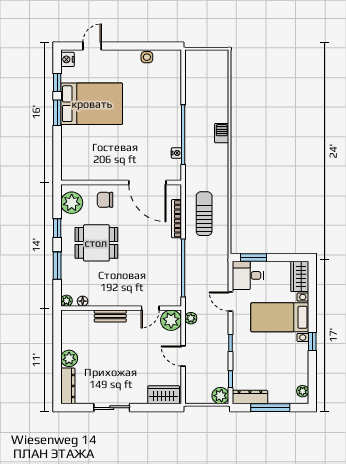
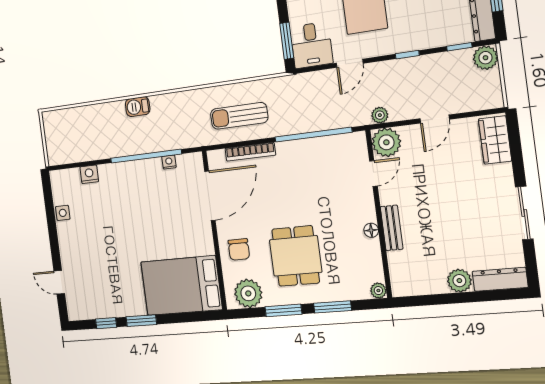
nightstand: (67, 59) -> (89, 174), moved, turned 180
bed: (92, 104) -> (181, 286), moved, turned -90
window: (57, 228) -> (283, 310), width x1.50
floor lamp: (83, 301) -> (371, 230), moved
door: (150, 308) -> (373, 174), hinge flipped

